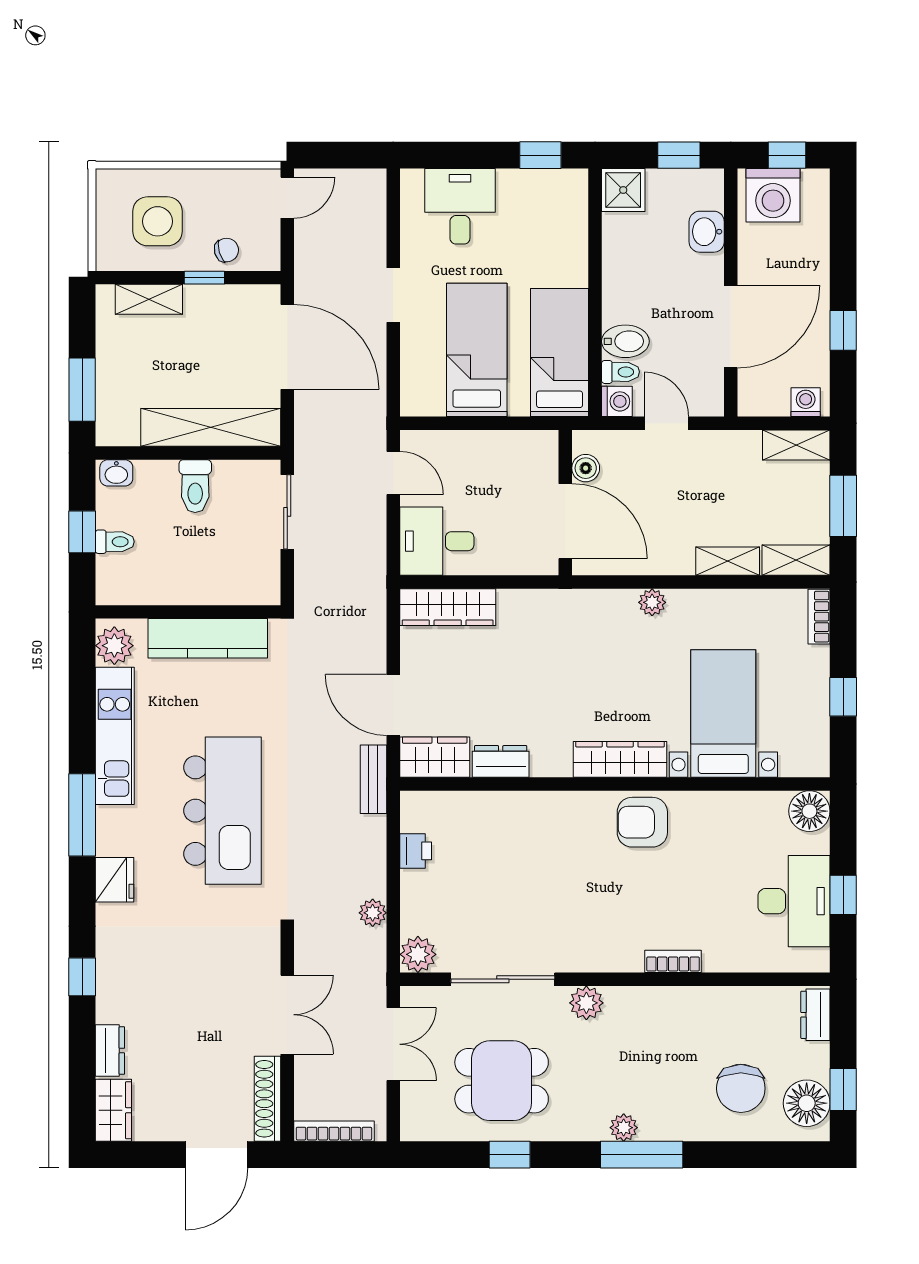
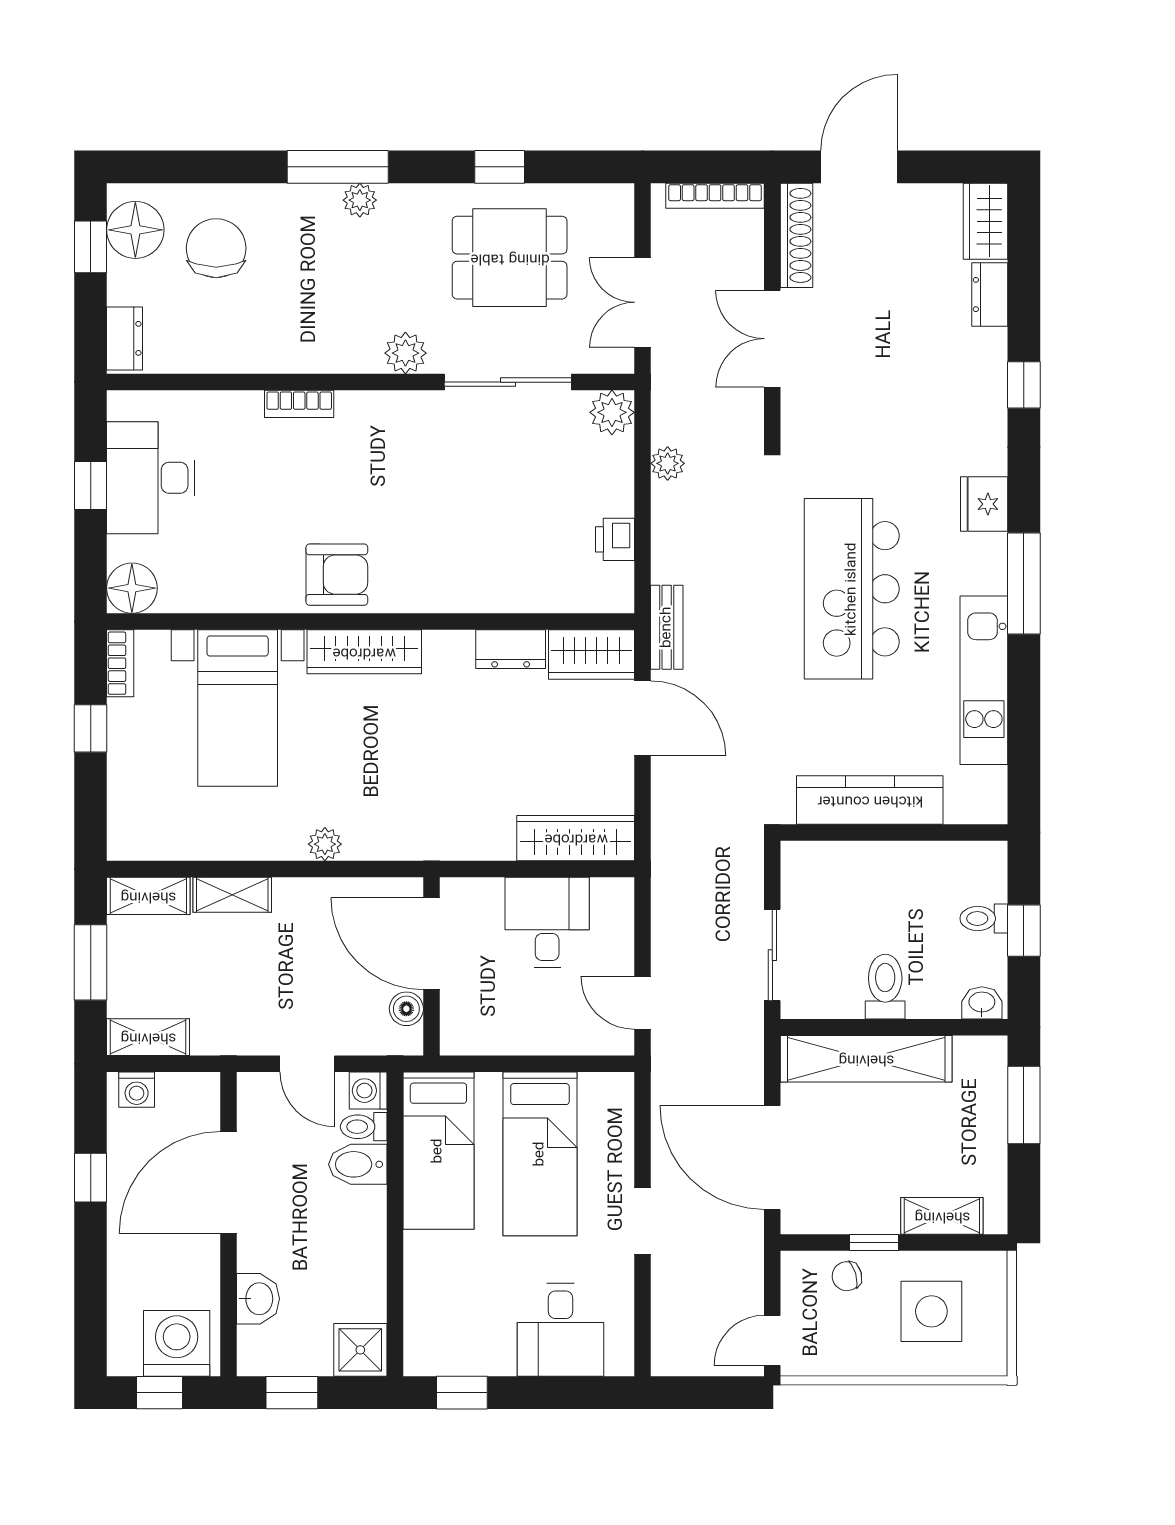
desk: (437, 541) -> (547, 923), moved, turned -90
bookcase: (819, 617) -> (120, 663), moved
plant: (114, 646) -> (984, 791), removed

